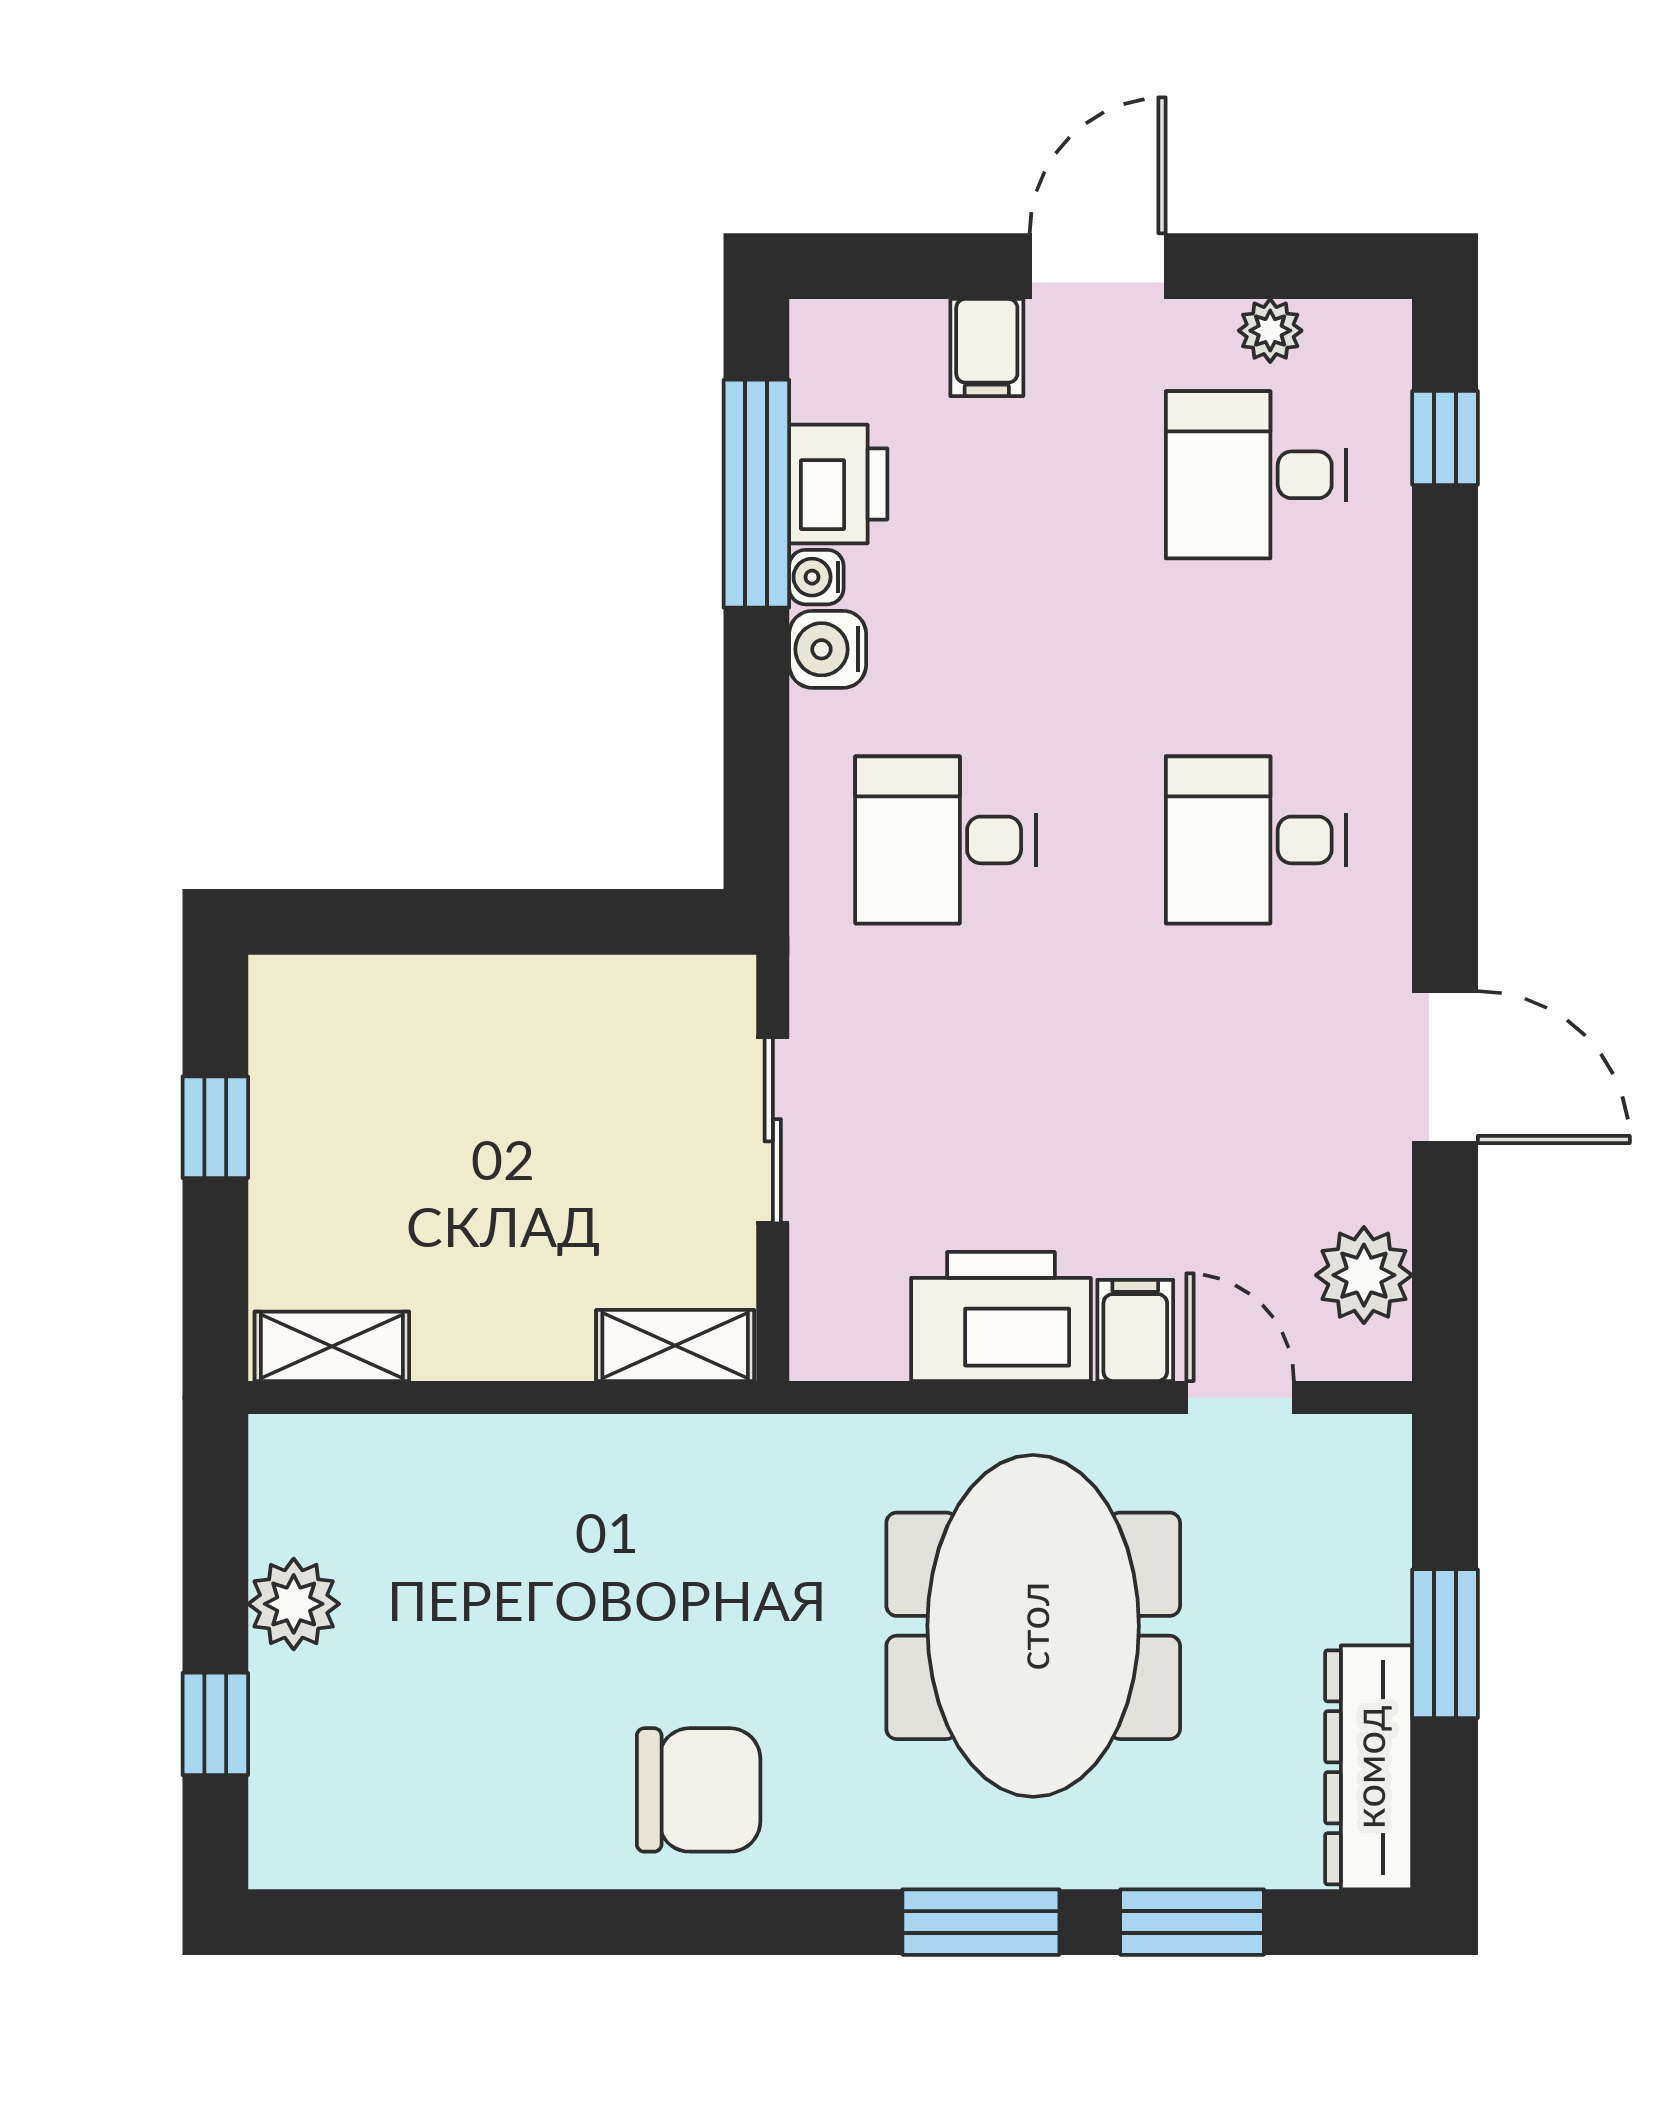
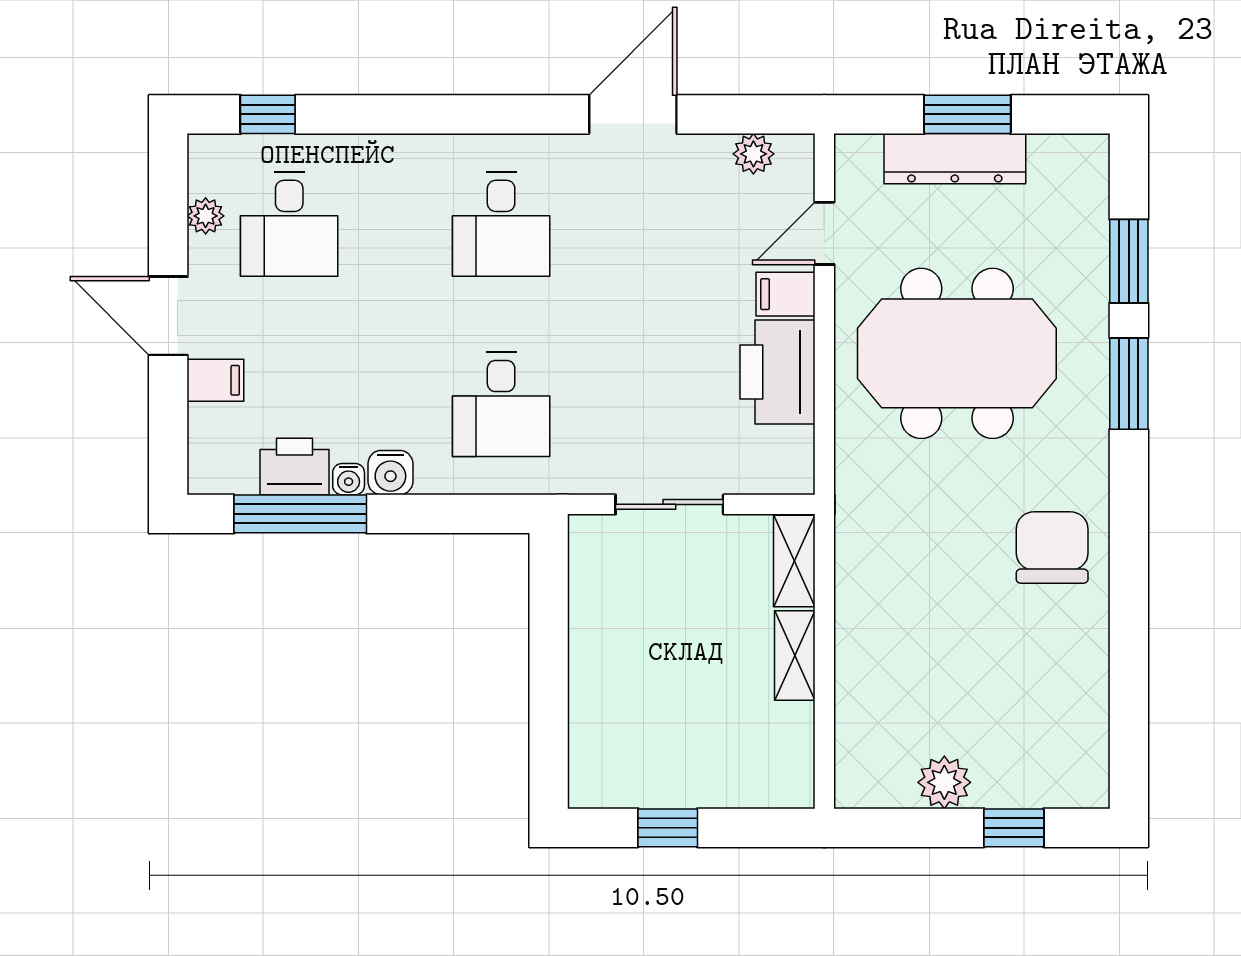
plant: (1364, 1275) -> (753, 154), width x0.73, depth x0.73
shelving: (332, 1346) -> (795, 655), moved
dresser: (1369, 1767) -> (955, 159), moved

